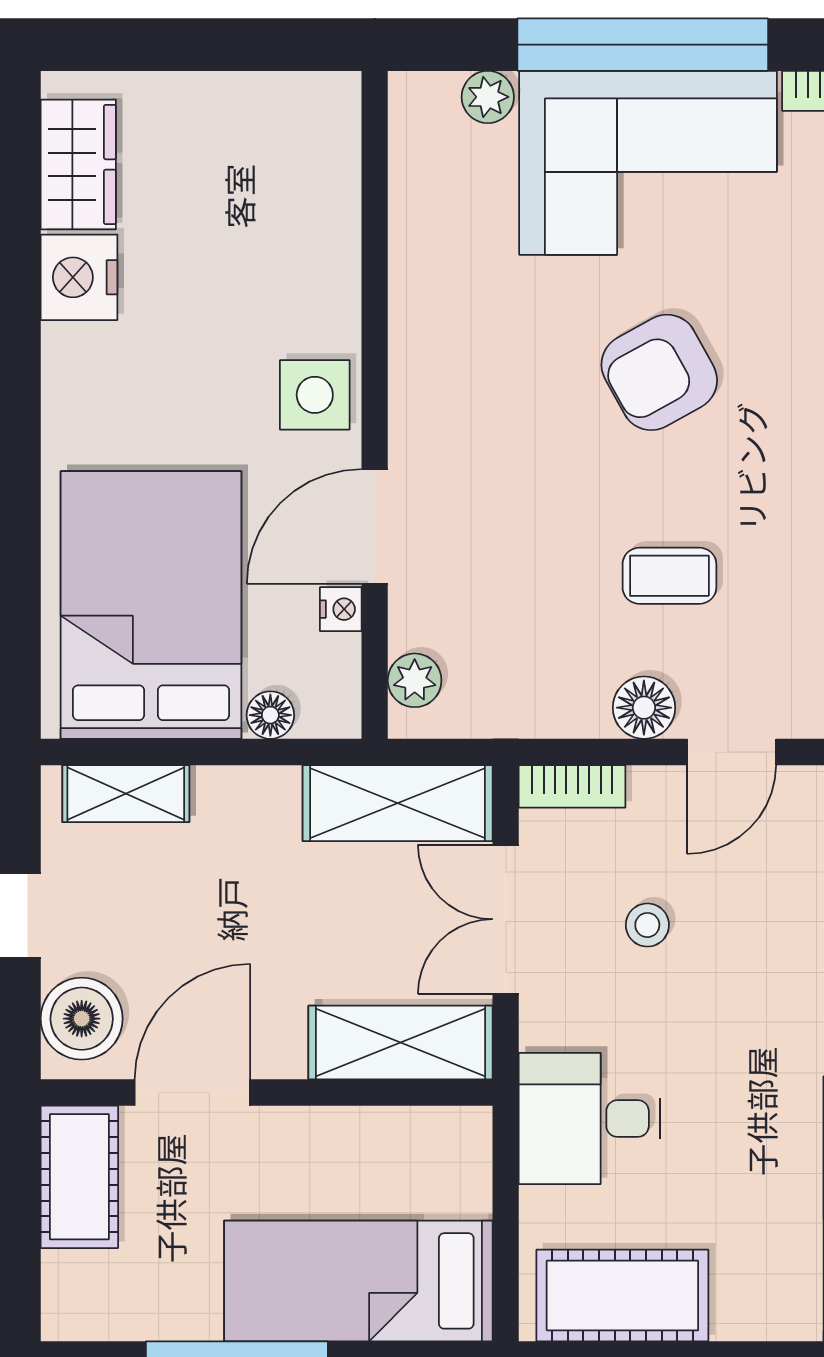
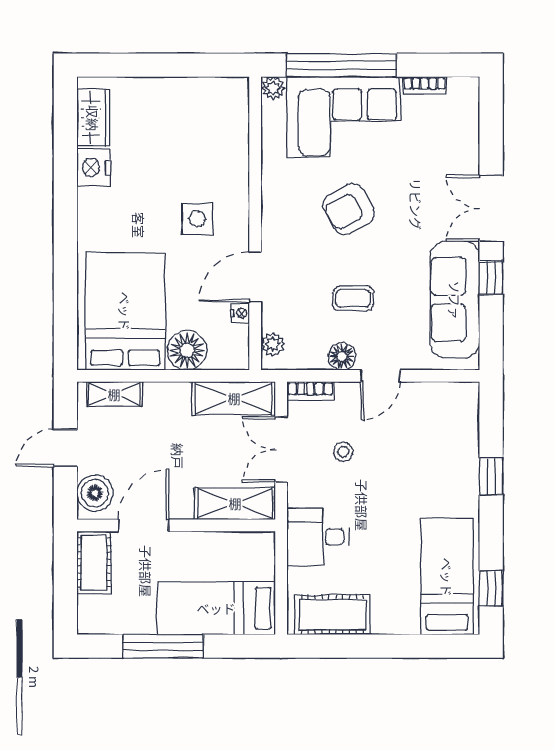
wall: (375, 405) -> (255, 223), moved
door: (375, 527) -> (255, 277), moved
nightstand: (341, 609) -> (240, 313), moved
plant: (415, 680) -> (273, 344), moved
floor lamp: (270, 715) -> (187, 350), width x1.89, depth x1.89

